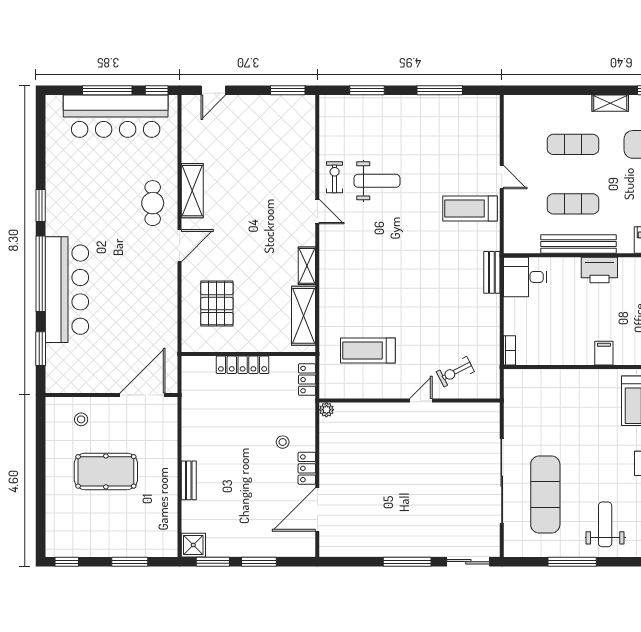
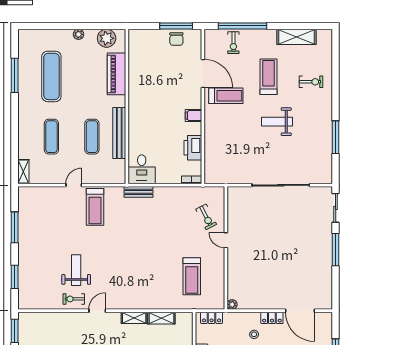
shelving: (610, 103) -> (23, 172), moved
printer: (599, 270) -> (193, 148), moved, turned 180
shelving: (304, 316) -> (161, 318), width x0.67, depth x0.75
exercise mat: (545, 494) -> (290, 156), removed
weight bench: (605, 524) -> (277, 122), moved

